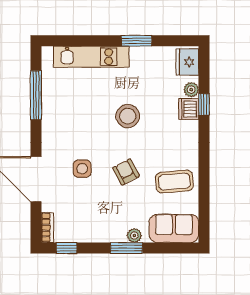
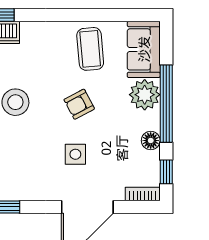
floor lamp: (94, 235) -> (151, 141), added
plant: (134, 236) -> (145, 95), width x1.88, depth x1.88
window: (126, 248) -> (166, 104), width x2.11

